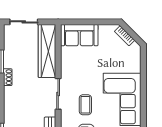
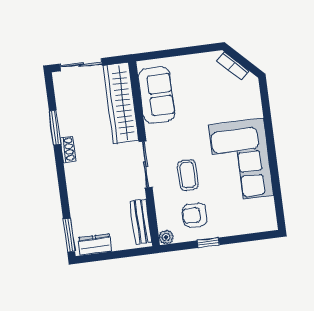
sofa: (79, 35) -> (157, 95), moved, turned -90

